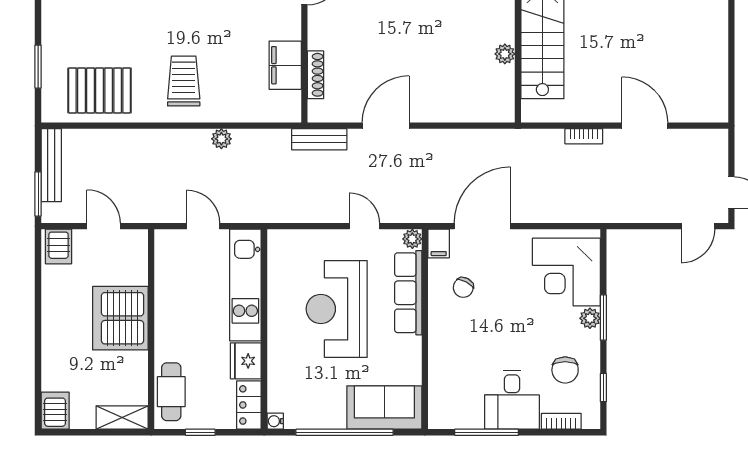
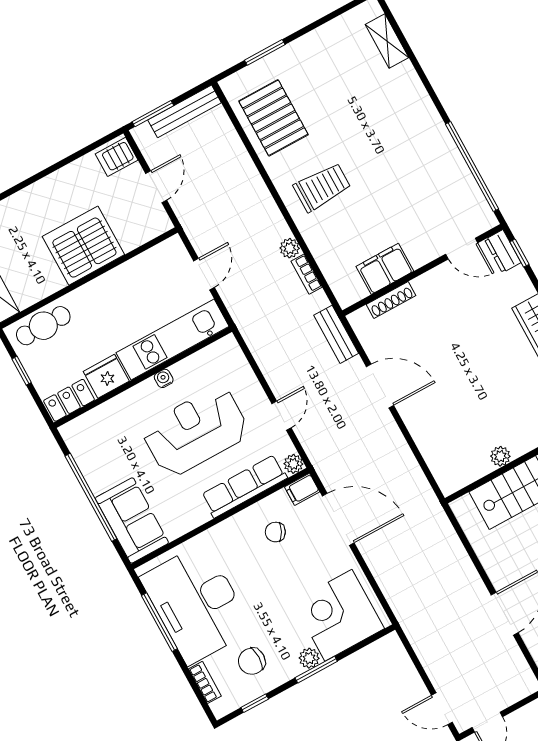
bookcase: (584, 136) -> (307, 274), moved
desk: (512, 400) -> (196, 604), width x1.87, depth x1.30
water cooler: (275, 421) -> (164, 378), moved

